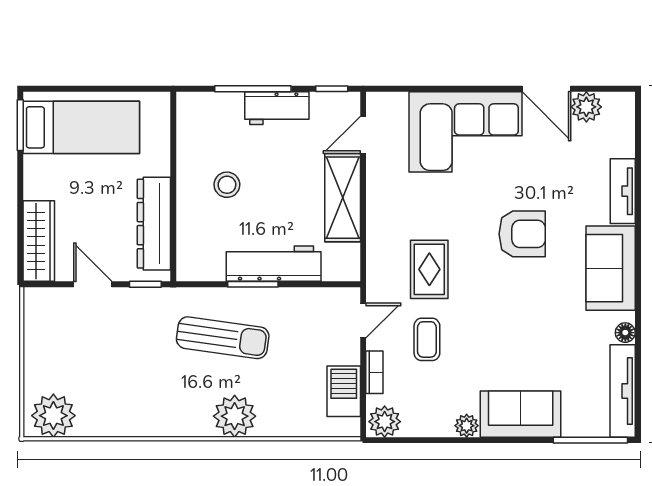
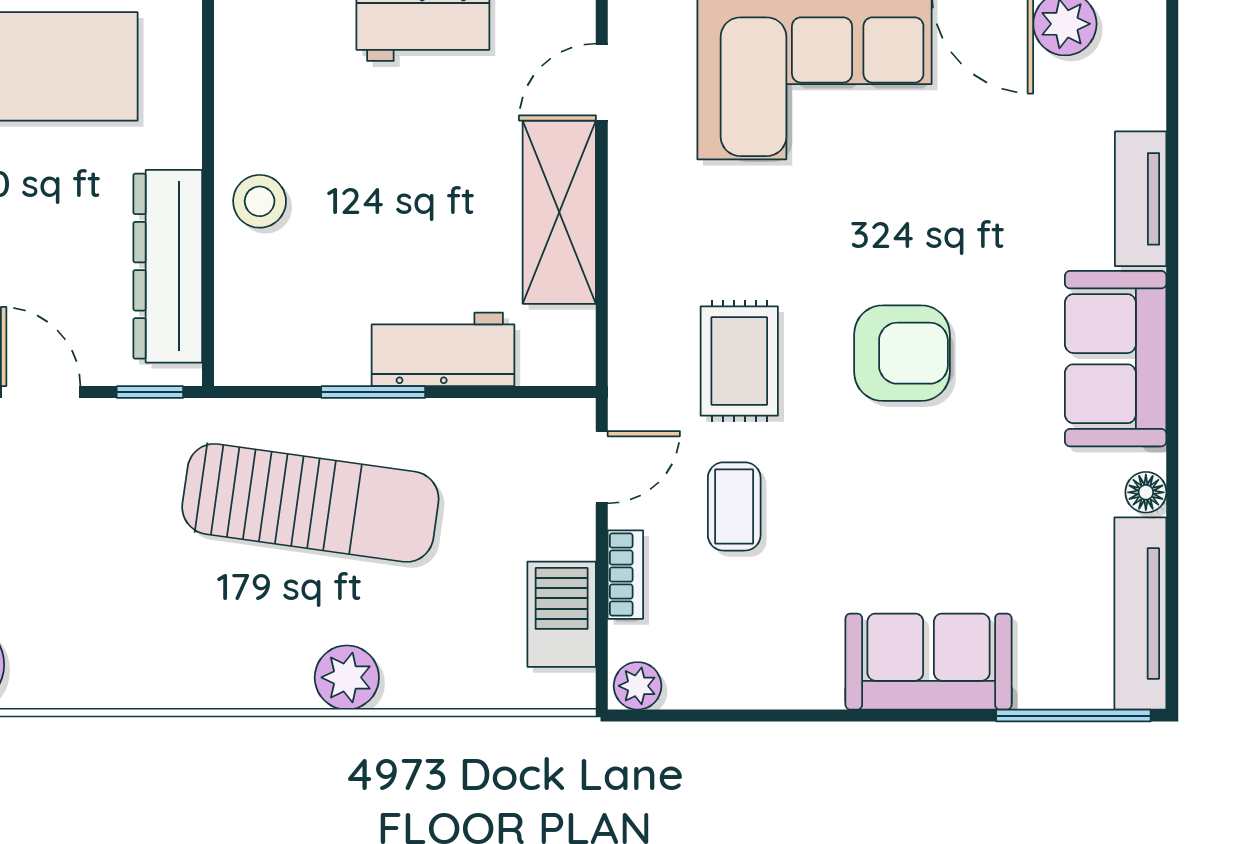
stool: (227, 185) -> (260, 201), moved
armchair: (522, 234) -> (902, 353), moved
workbench: (274, 264) -> (443, 349), width x0.73
sun lounger: (223, 338) -> (310, 503), width x1.36, depth x1.34
plant: (235, 416) -> (347, 677), width x0.73, depth x0.73
plant: (385, 422) -> (638, 686), width x0.73, depth x0.73
plant: (467, 426) -> (817, 685), removed

